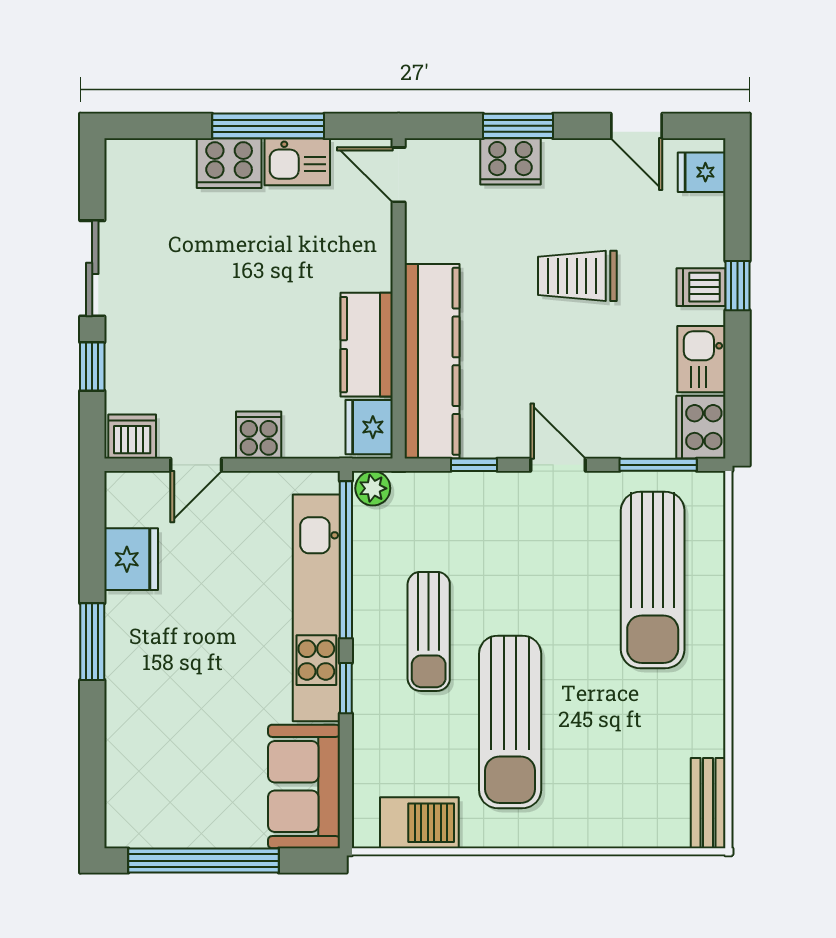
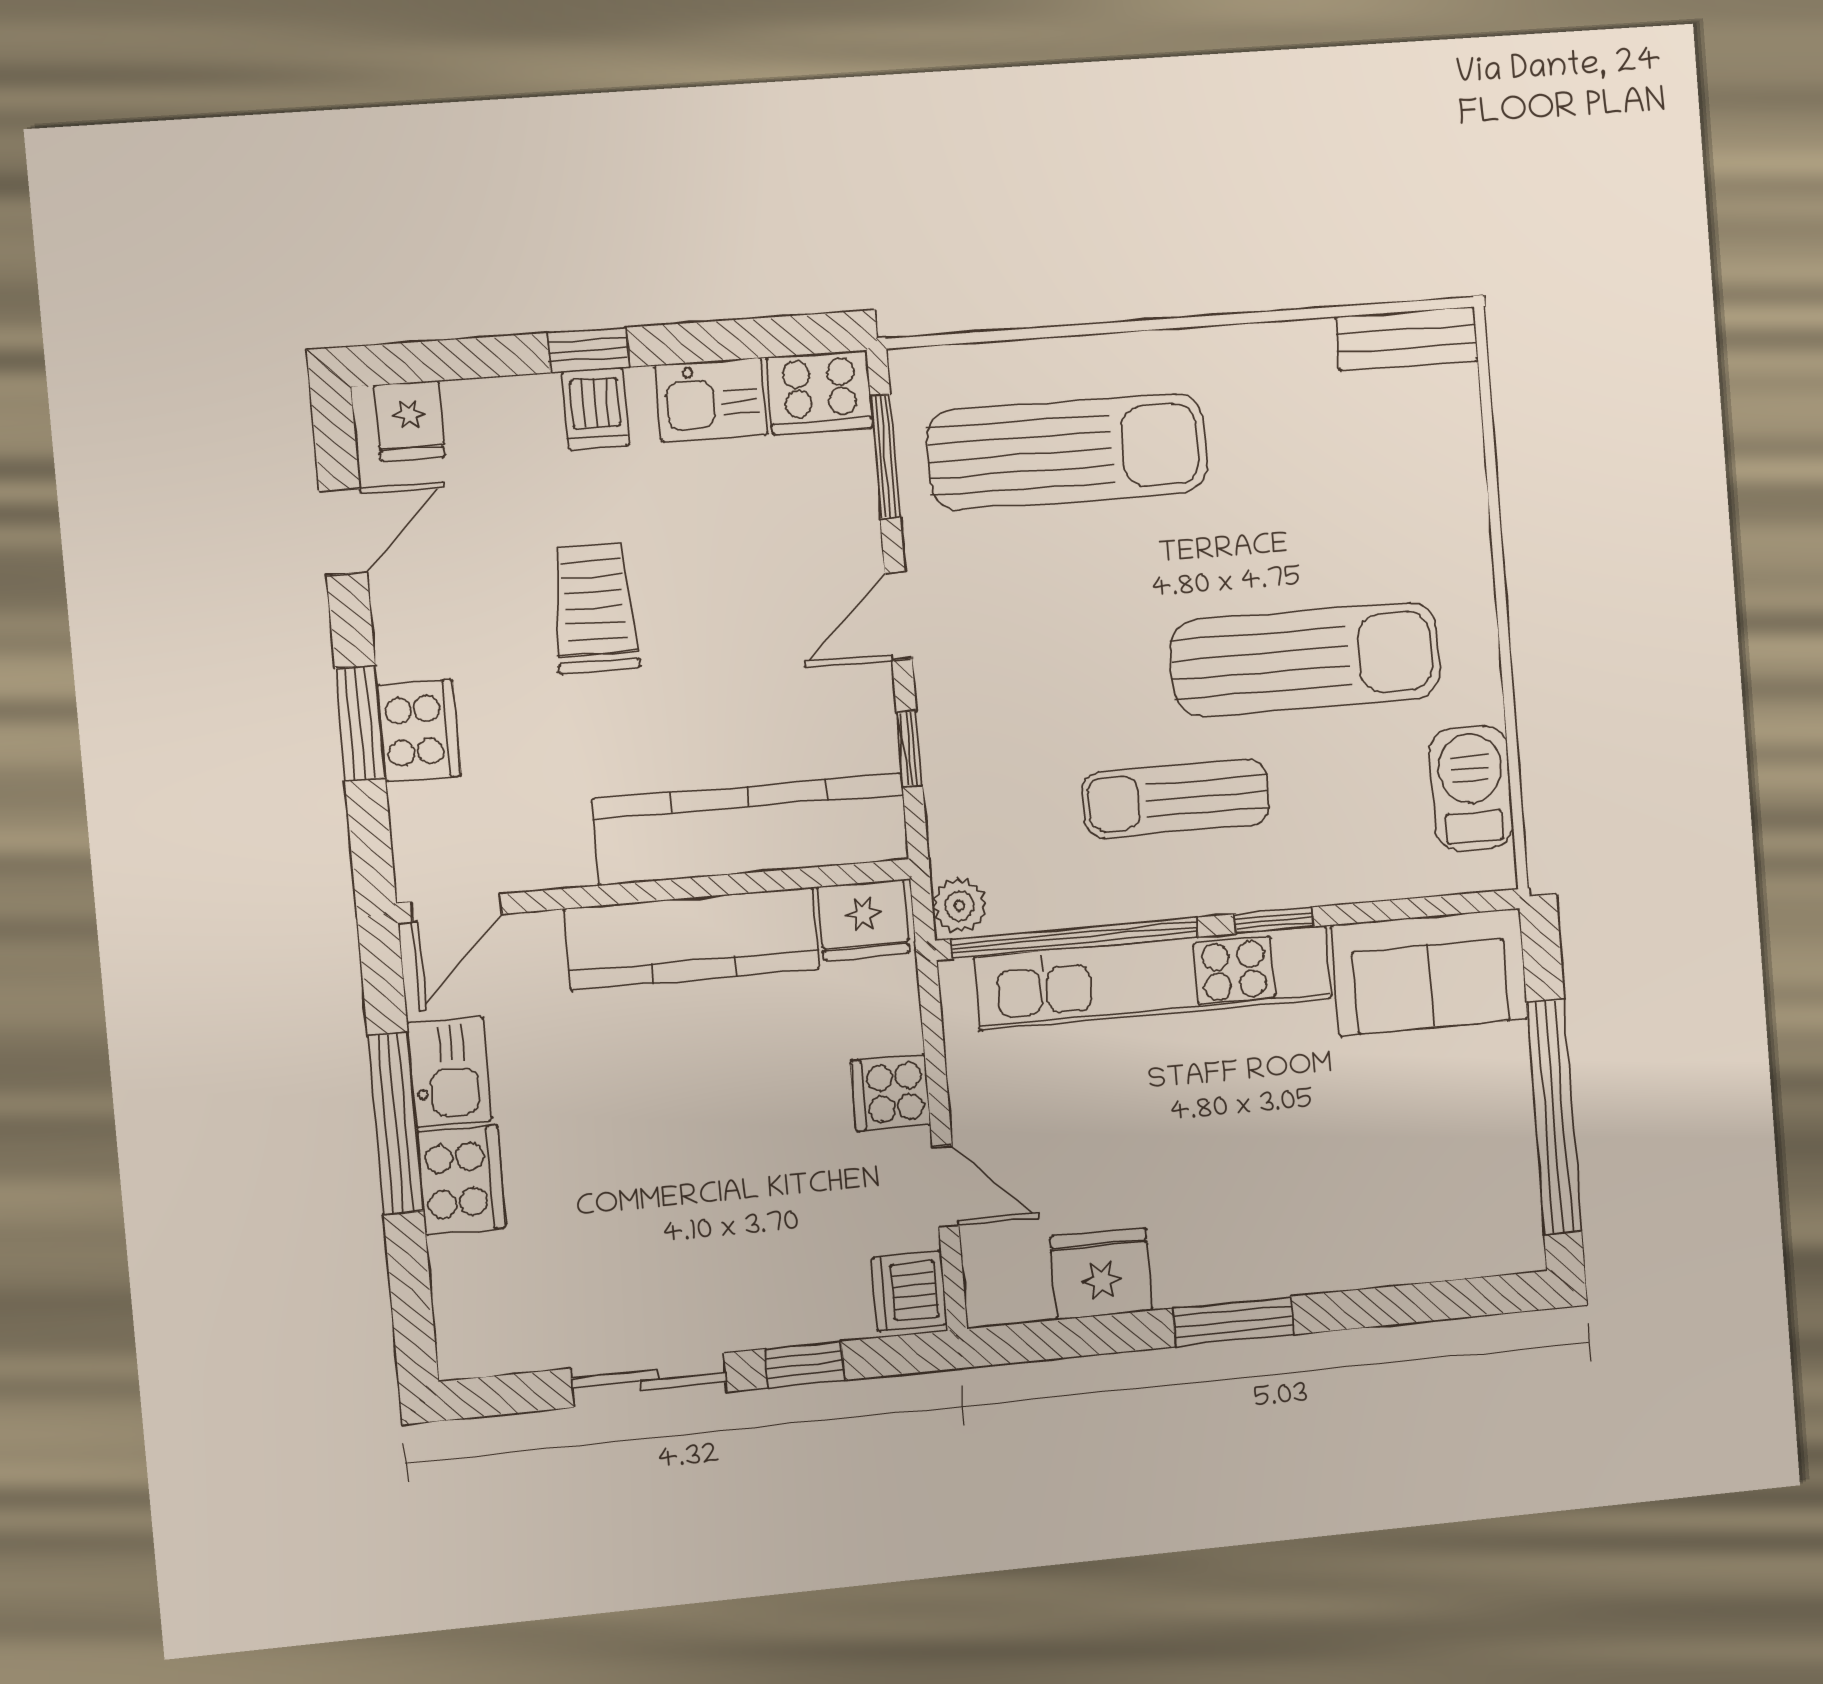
trolley: (577, 276) -> (595, 608), turned 180
kitchen counter: (367, 345) -> (692, 939), width x1.50
sun lounger: (429, 631) -> (1176, 798), turned 180

